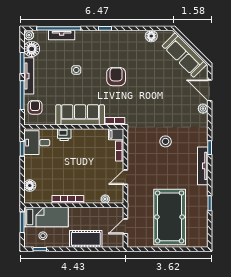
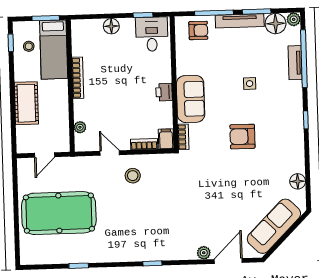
armchair: (116, 77) -> (242, 137), turned 180
sofa: (80, 115) -> (191, 99), width x0.73
printer: (64, 135) -> (164, 92), moved
stool: (166, 141) -> (133, 176), moved
tv unit: (203, 166) -> (128, 255), removed
floor lamp: (30, 186) -> (111, 26), moved
door: (125, 226) -> (45, 155), swing flipped

